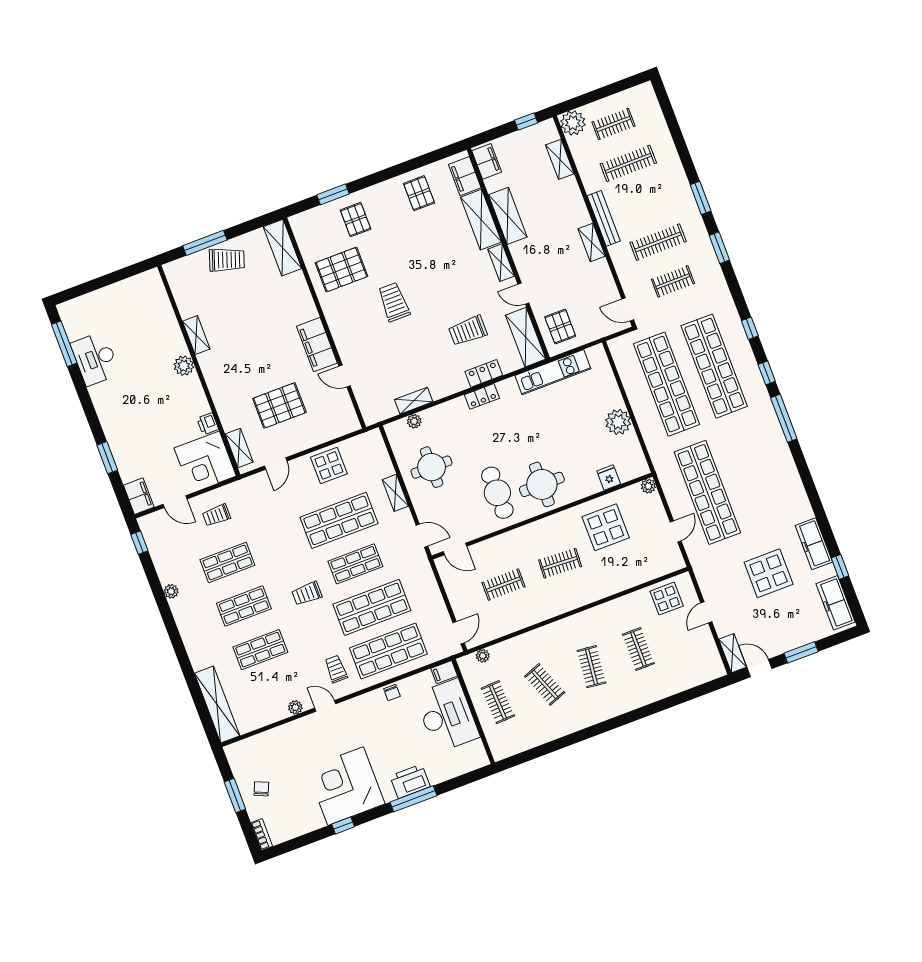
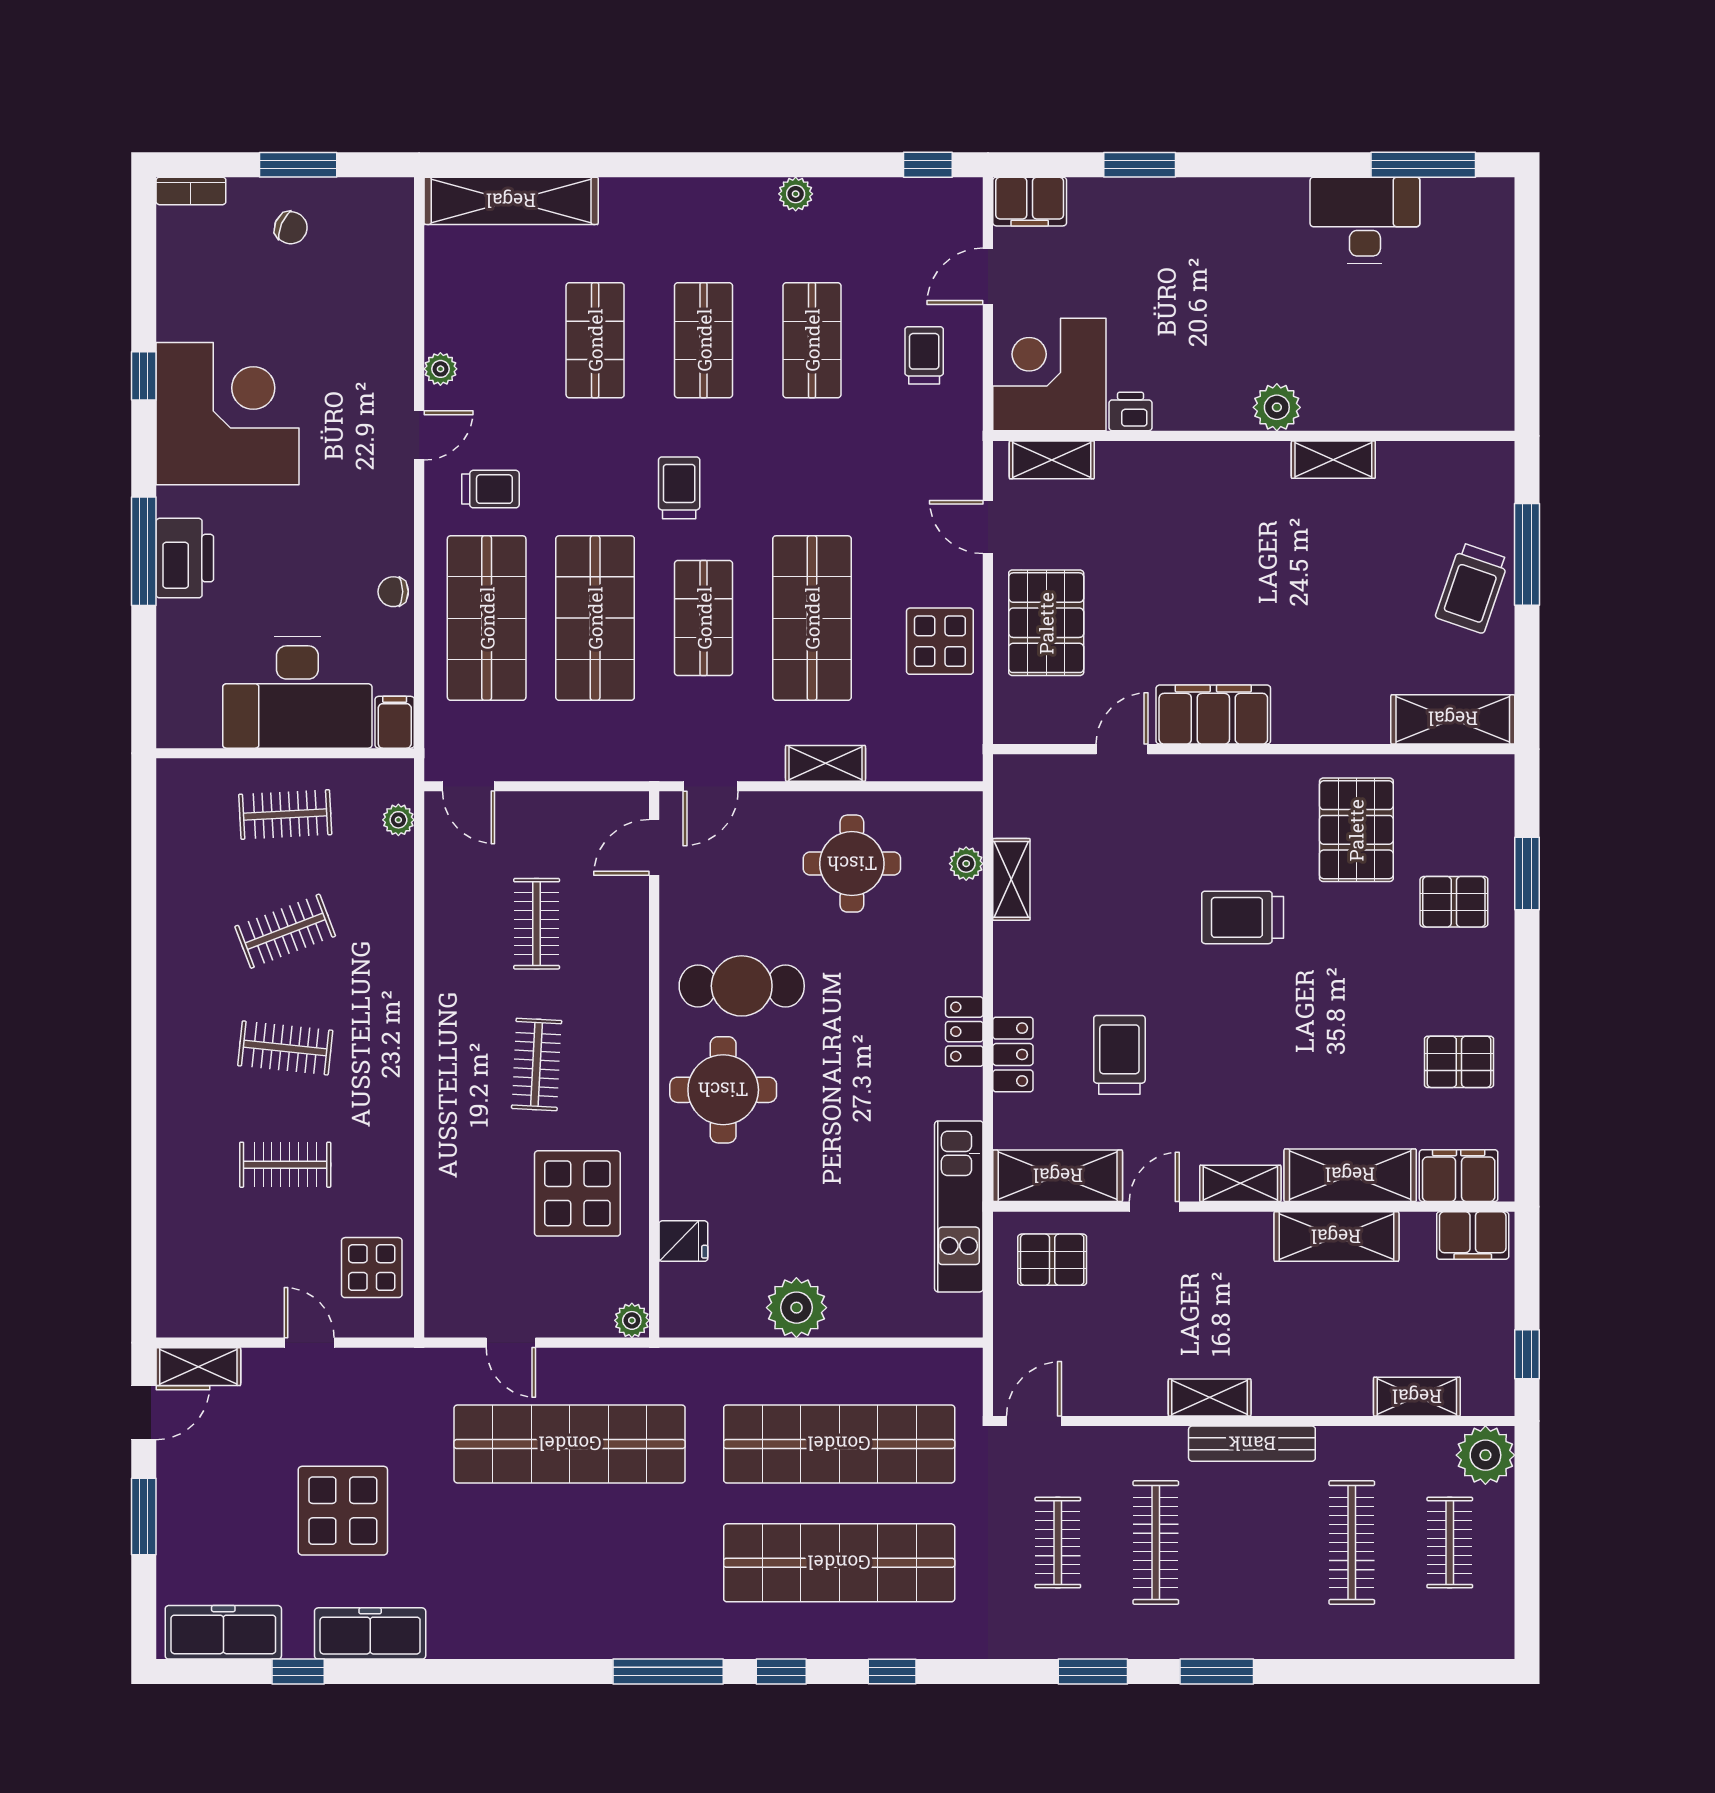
trolley: (394, 302) -> (1243, 917), turned 180
pallet: (279, 405) -> (1046, 623), moved

